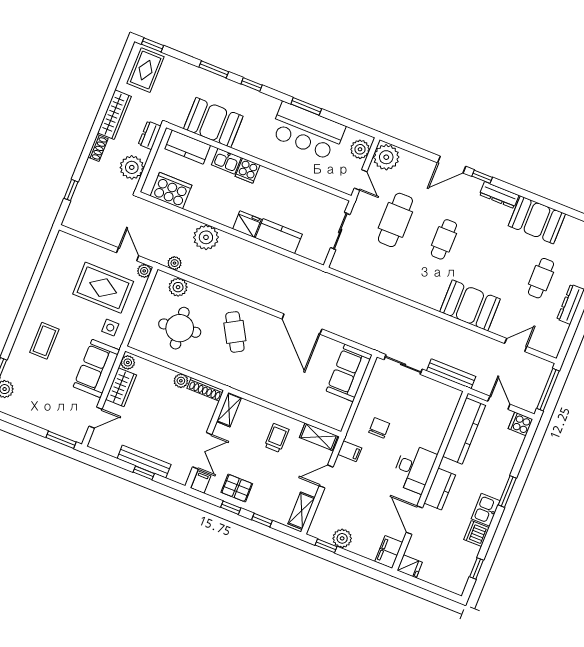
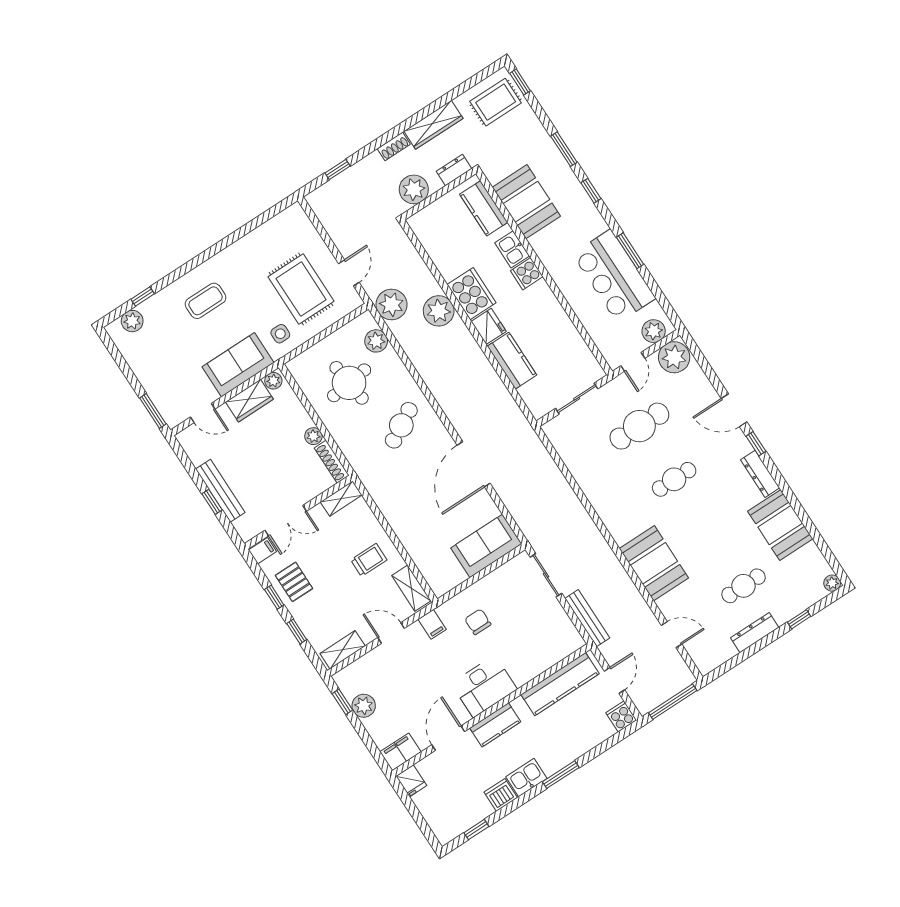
cooker: (171, 191) -> (472, 294), moved
plant: (175, 263) -> (392, 305), width x1.88, depth x1.88
plant: (144, 271) -> (354, 301), removed
chair: (379, 428) -> (478, 622), turned -90

